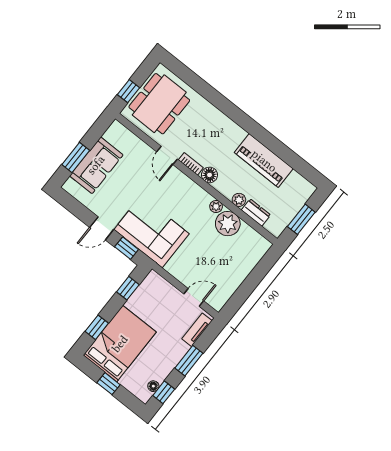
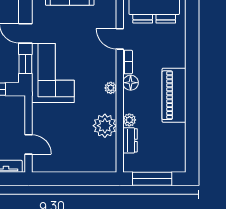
door: (167, 155) -> (120, 39), hinge flipped
piano: (264, 161) -> (174, 95), moved
plant: (216, 206) -> (111, 88), moved
window: (301, 219) -> (152, 179), width x1.44

